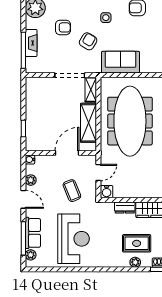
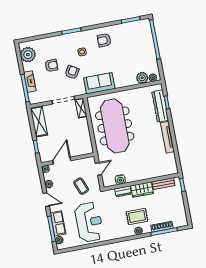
shelving: (89, 123) -> (39, 121), moved
door: (67, 153) -> (62, 161), moved
water cooler: (107, 192) -> (120, 180), moved

